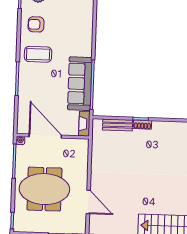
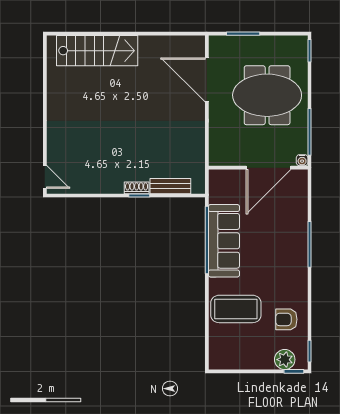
armchair: (36, 24) -> (286, 319), turned 180
coffee table: (38, 54) -> (236, 309), moved, width x1.36, depth x1.32
fireplace: (84, 124) -> (216, 186), removed
door: (45, 136) -> (269, 168), hinge flipped
door: (88, 202) -> (207, 80), width x1.36

